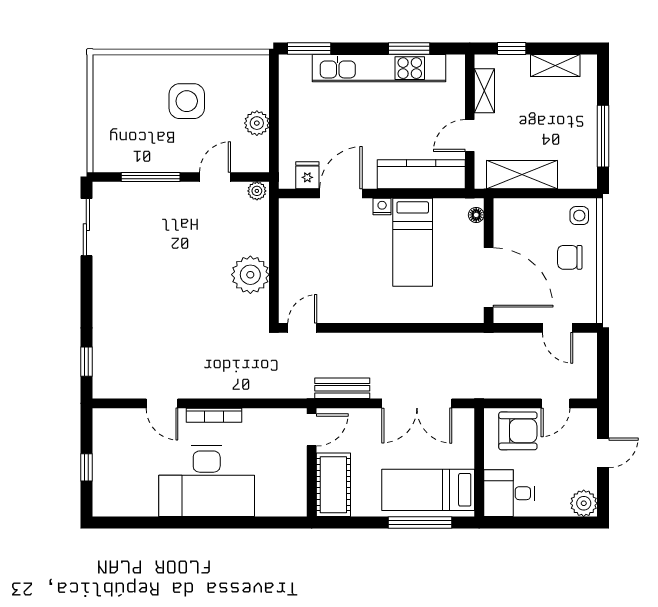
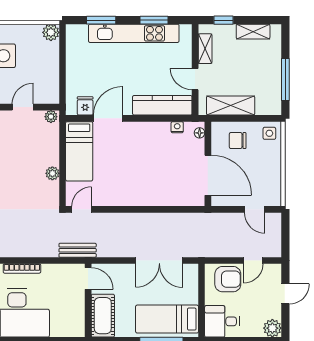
window: (309, 48) -> (101, 20), moved
plant: (257, 123) -> (51, 32), moved
door: (470, 136) -> (195, 79), hinge flipped
nightstand: (382, 207) -> (177, 127), moved
bed: (413, 242) -> (79, 151), moved
chair: (570, 257) -> (238, 141), moved
plant: (250, 275) -> (52, 173), width x0.53, depth x0.53
bench: (342, 388) -> (78, 250), moved
door: (312, 430) -> (88, 278), hinge flipped

